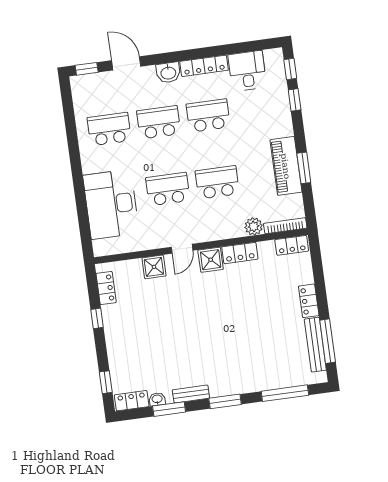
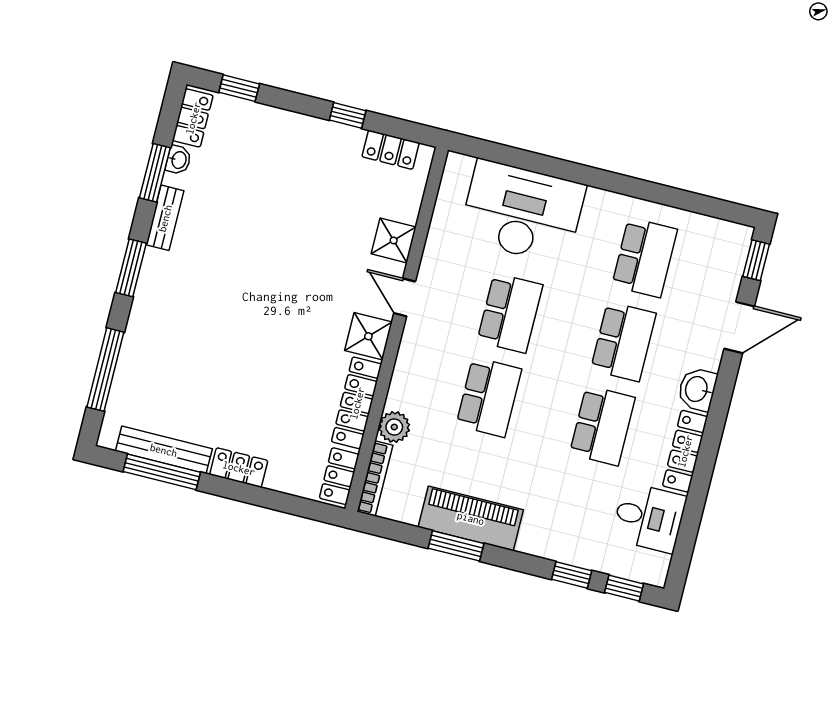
locker: (240, 253) -> (357, 403), width x1.53

